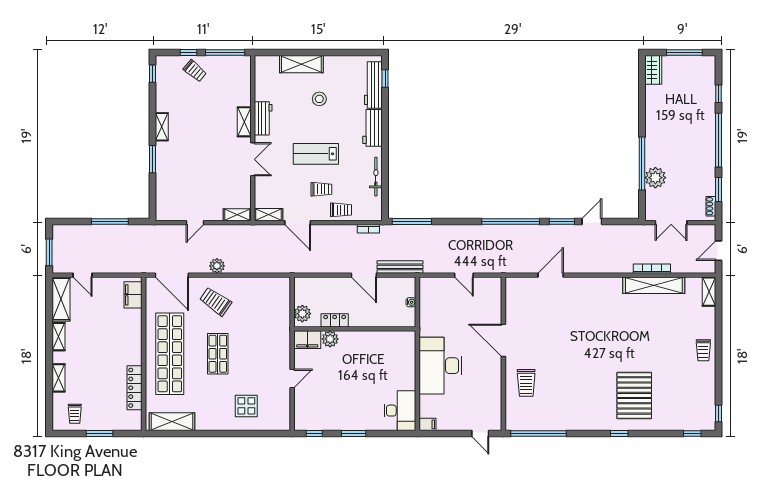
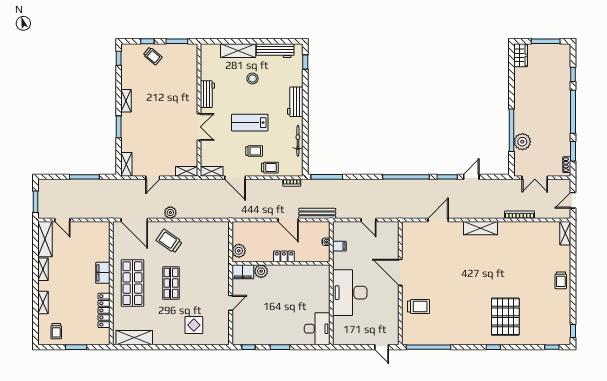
window: (225, 53) -> (177, 41), width x0.69
workbench: (373, 85) -> (275, 51), moved, turned -90
shelving: (244, 122) -> (126, 164), moved
shelving: (654, 285) -> (480, 228), moved, width x0.68
filing cabinet: (133, 295) -> (103, 273), moved
locker: (335, 320) -> (284, 256), moved
shop shelf: (170, 354) -> (132, 283), width x0.71
trolley: (526, 383) -> (419, 307), turned -90
filing cabinet: (427, 424) -> (339, 246), moved

